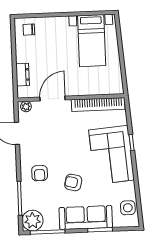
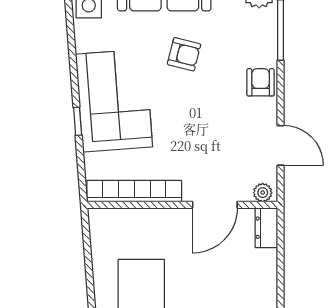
dresser: (23, 75) -> (266, 228), moved
armchair: (40, 173) -> (261, 82), moved

